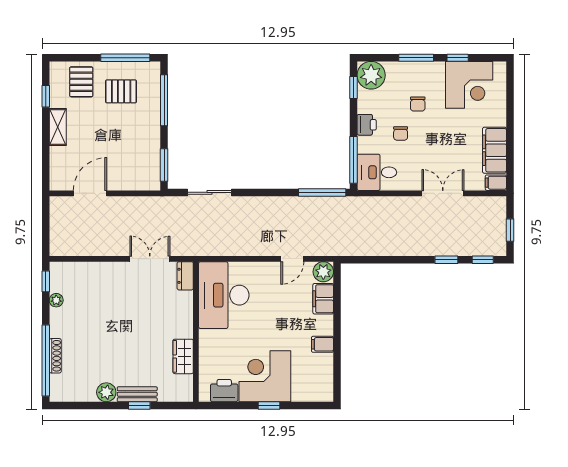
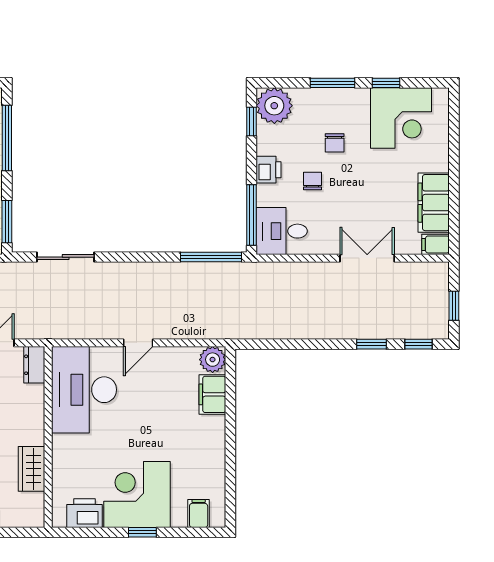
chair: (401, 133) -> (312, 181), turned 180
door: (292, 259) -> (138, 343), moved
filing cabinet: (322, 344) -> (199, 513), moved, turned 90

